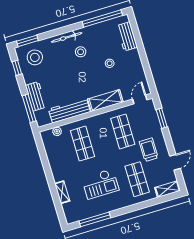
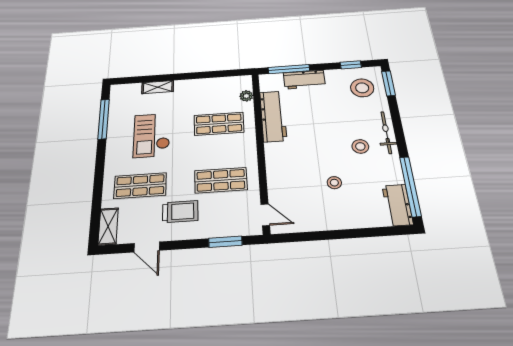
workbench: (127, 36) -> (398, 205), moved, turned -90
shelving: (105, 100) -> (276, 166), removed

